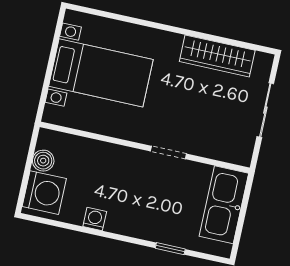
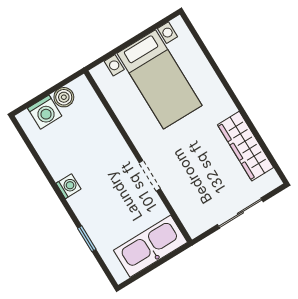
washing machine: (44, 193) -> (45, 112), width x0.73, depth x0.73
washing machine: (95, 219) -> (68, 186), moved

